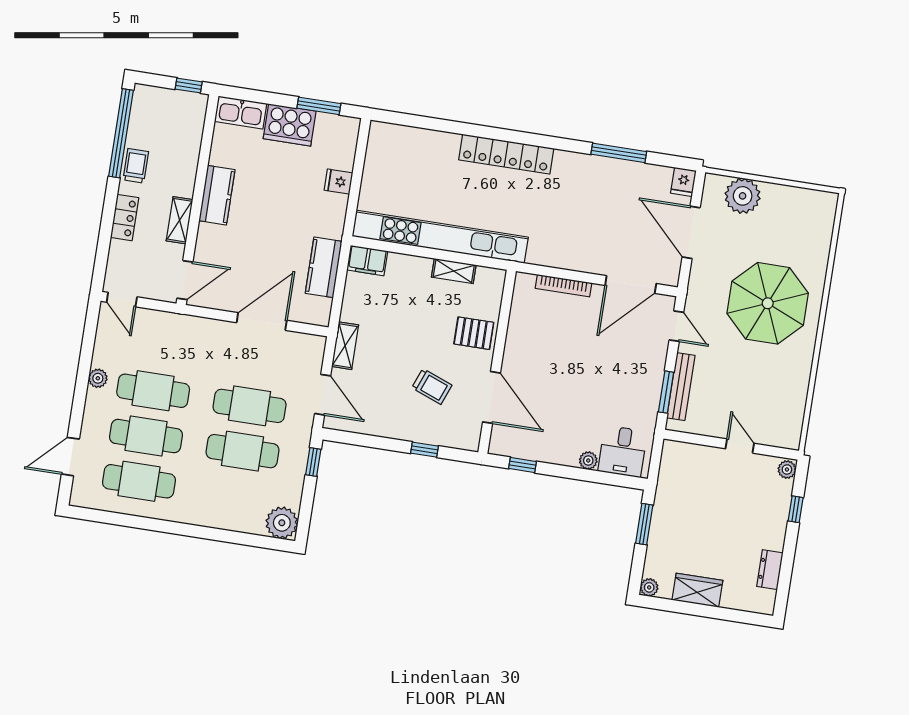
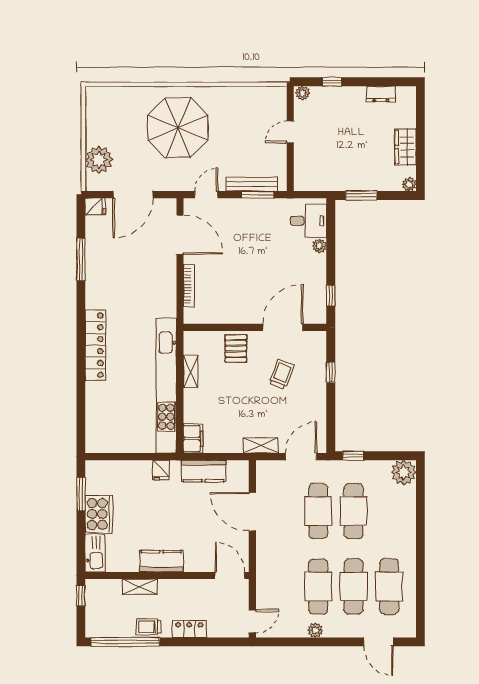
fridge: (338, 182) -> (161, 470), moved
shelving: (180, 220) -> (140, 587), moved

